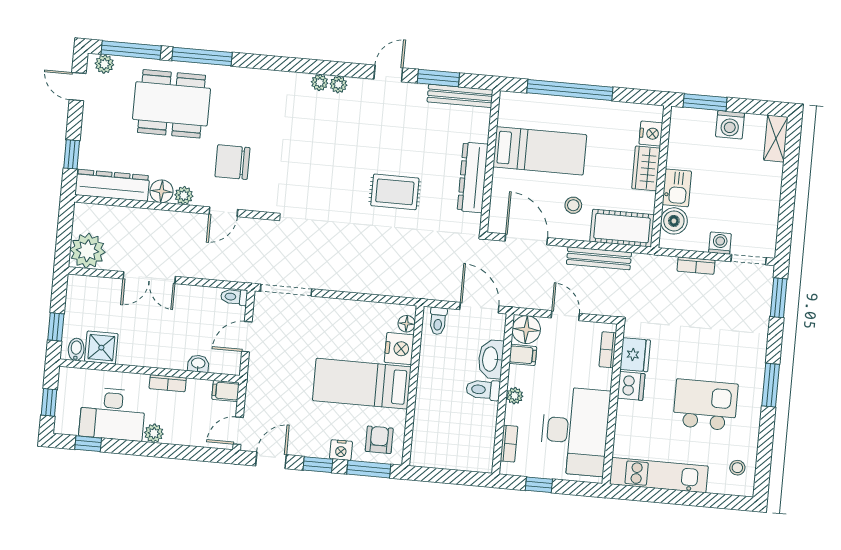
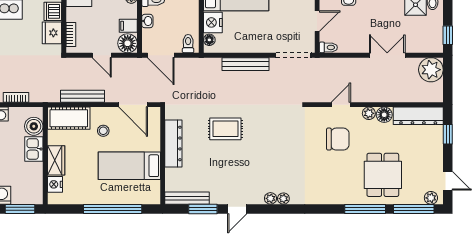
dining table: (172, 104) -> (383, 175), width x0.73
bench: (357, 284) -> (246, 64), added
window: (56, 327) -> (448, 35), moved
washbasin: (491, 359) -> (147, 21), width x0.52, depth x0.69

